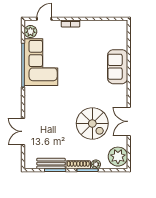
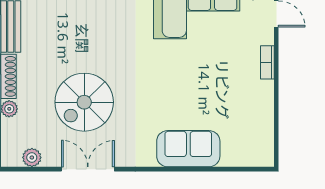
plant: (118, 157) -> (32, 157), width x0.53, depth x0.53

